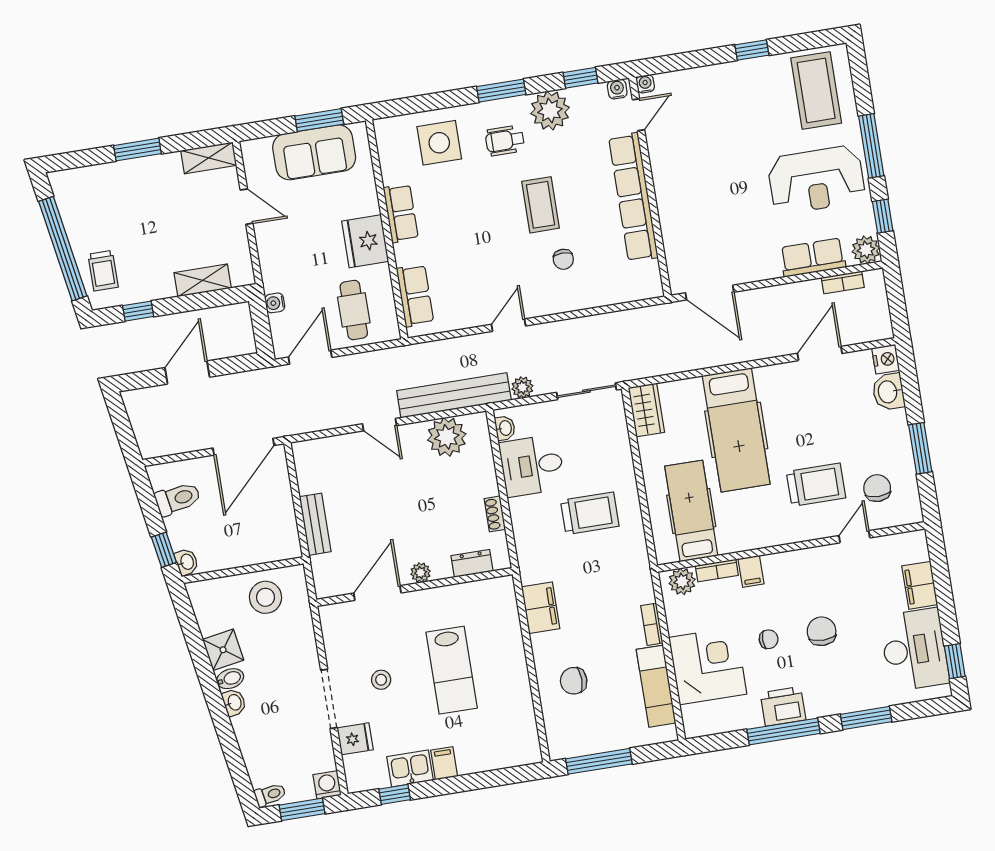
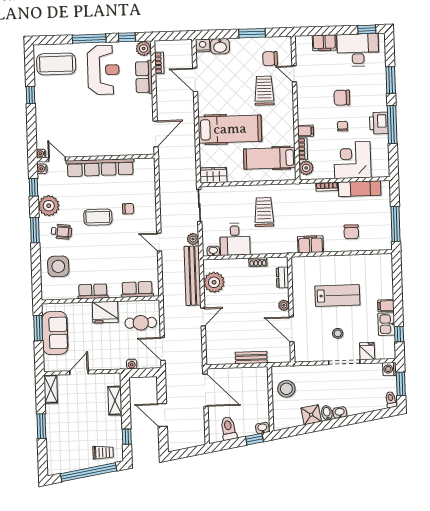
wheelchair: (505, 141) -> (61, 232), turned -83

